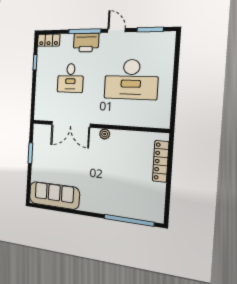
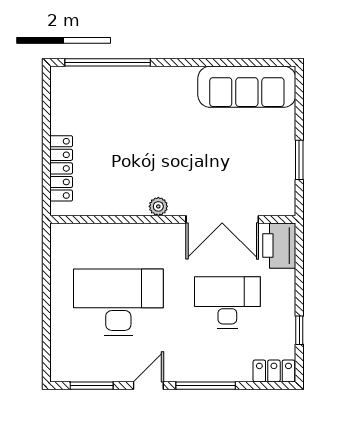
door: (116, 30) -> (148, 386), swing flipped
printer: (86, 42) -> (279, 246), moved, turned -90
desk: (70, 78) -> (227, 302), width x1.37
double door: (71, 124) -> (222, 219), swing flipped

